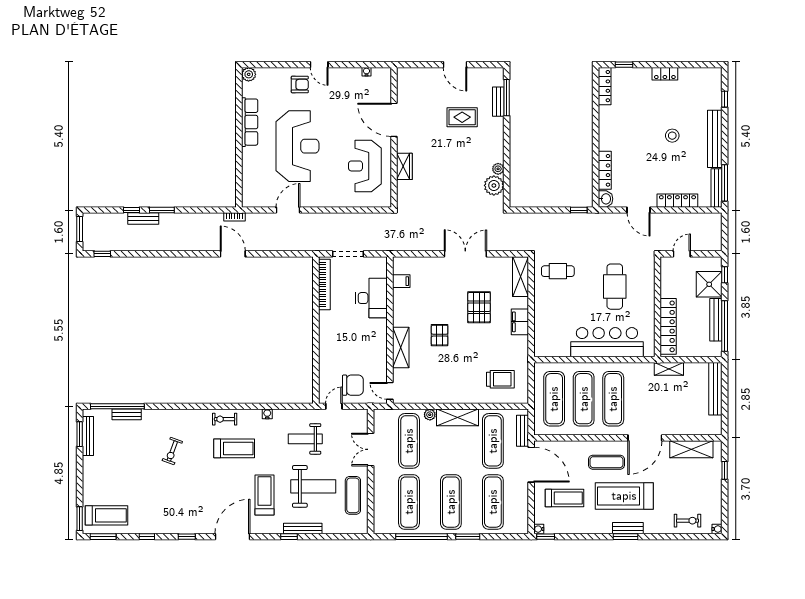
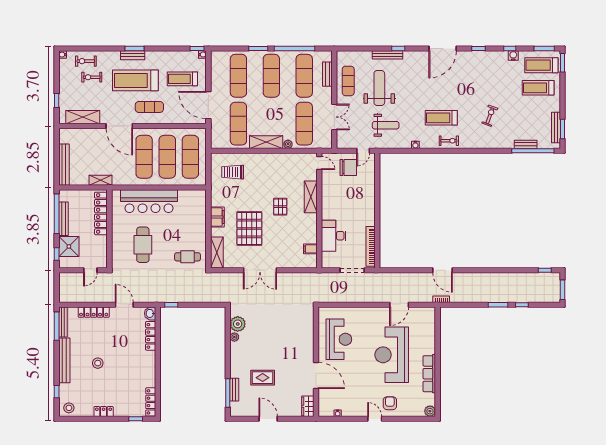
stool: (709, 78) -> (69, 408), added
armchair: (300, 84) -> (390, 403), turned 90
wardrobe: (404, 166) -> (308, 406), moved
bench: (143, 219) -> (513, 298), removed
pallet: (479, 307) -> (249, 229), width x1.37, depth x1.41
chair: (353, 385) -> (348, 167), turned 180
bench: (523, 431) -> (327, 74), moved
door: (645, 438) -> (119, 126), swing flipped
weight bench: (313, 486) -> (379, 88), turned 90
treadmill: (264, 495) -> (538, 88), moved, turned 90
treadmill: (624, 496) -> (135, 80), turned 180
exercise bike: (680, 500) -> (92, 77), added
water cooler: (142, 528) -> (513, 56), added

